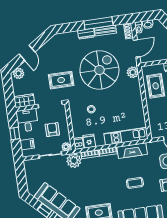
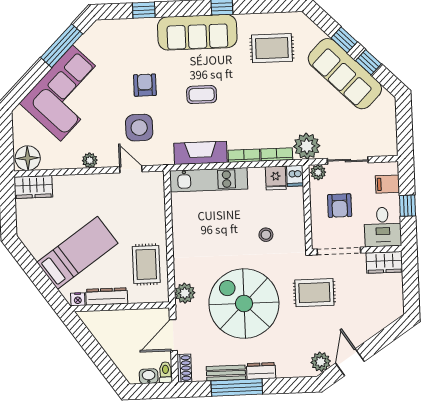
door: (27, 53) -> (350, 362), moved
spiral stairs: (99, 70) -> (244, 304), turned 90
plant: (19, 73) -> (321, 362), moved

